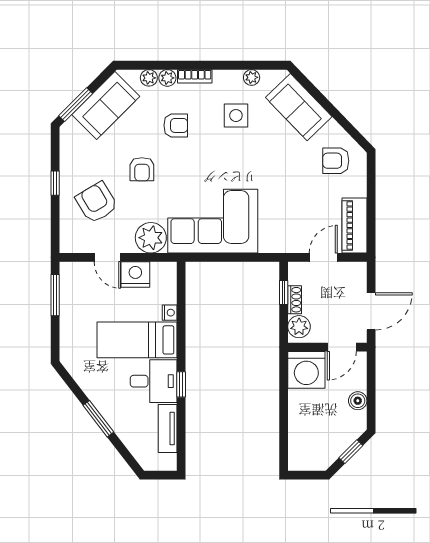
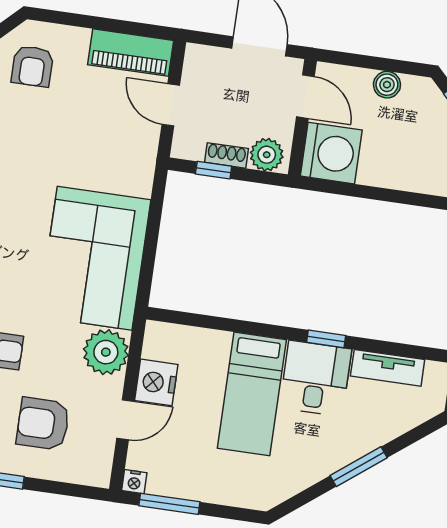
armchair: (97, 202) -> (43, 424), turned 31
nightstand: (170, 313) -> (134, 482), moved, turned 180

